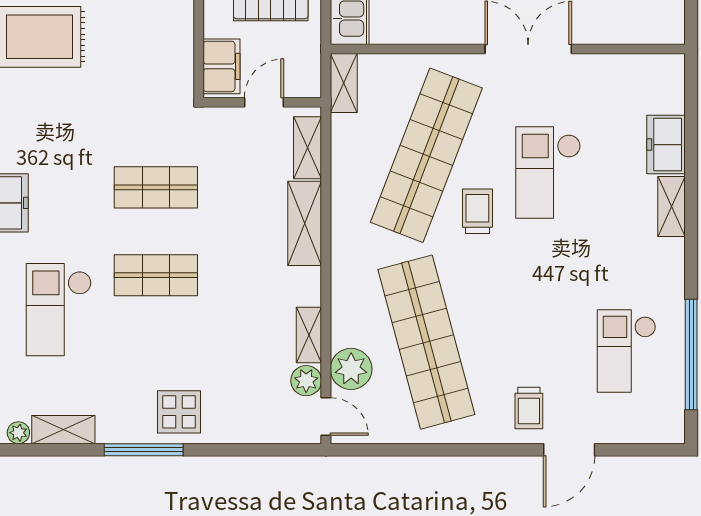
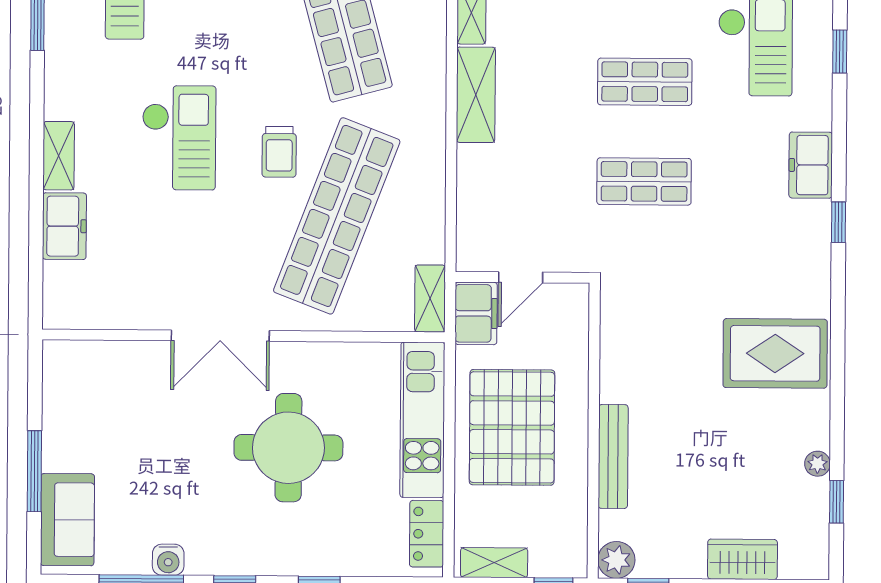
filing cabinet: (222, 66) -> (476, 313), moved, turned 180
shelving: (308, 148) -> (472, 225), removed
checkout: (548, 173) -> (179, 138), moved
shelving: (305, 223) -> (476, 95), moved

